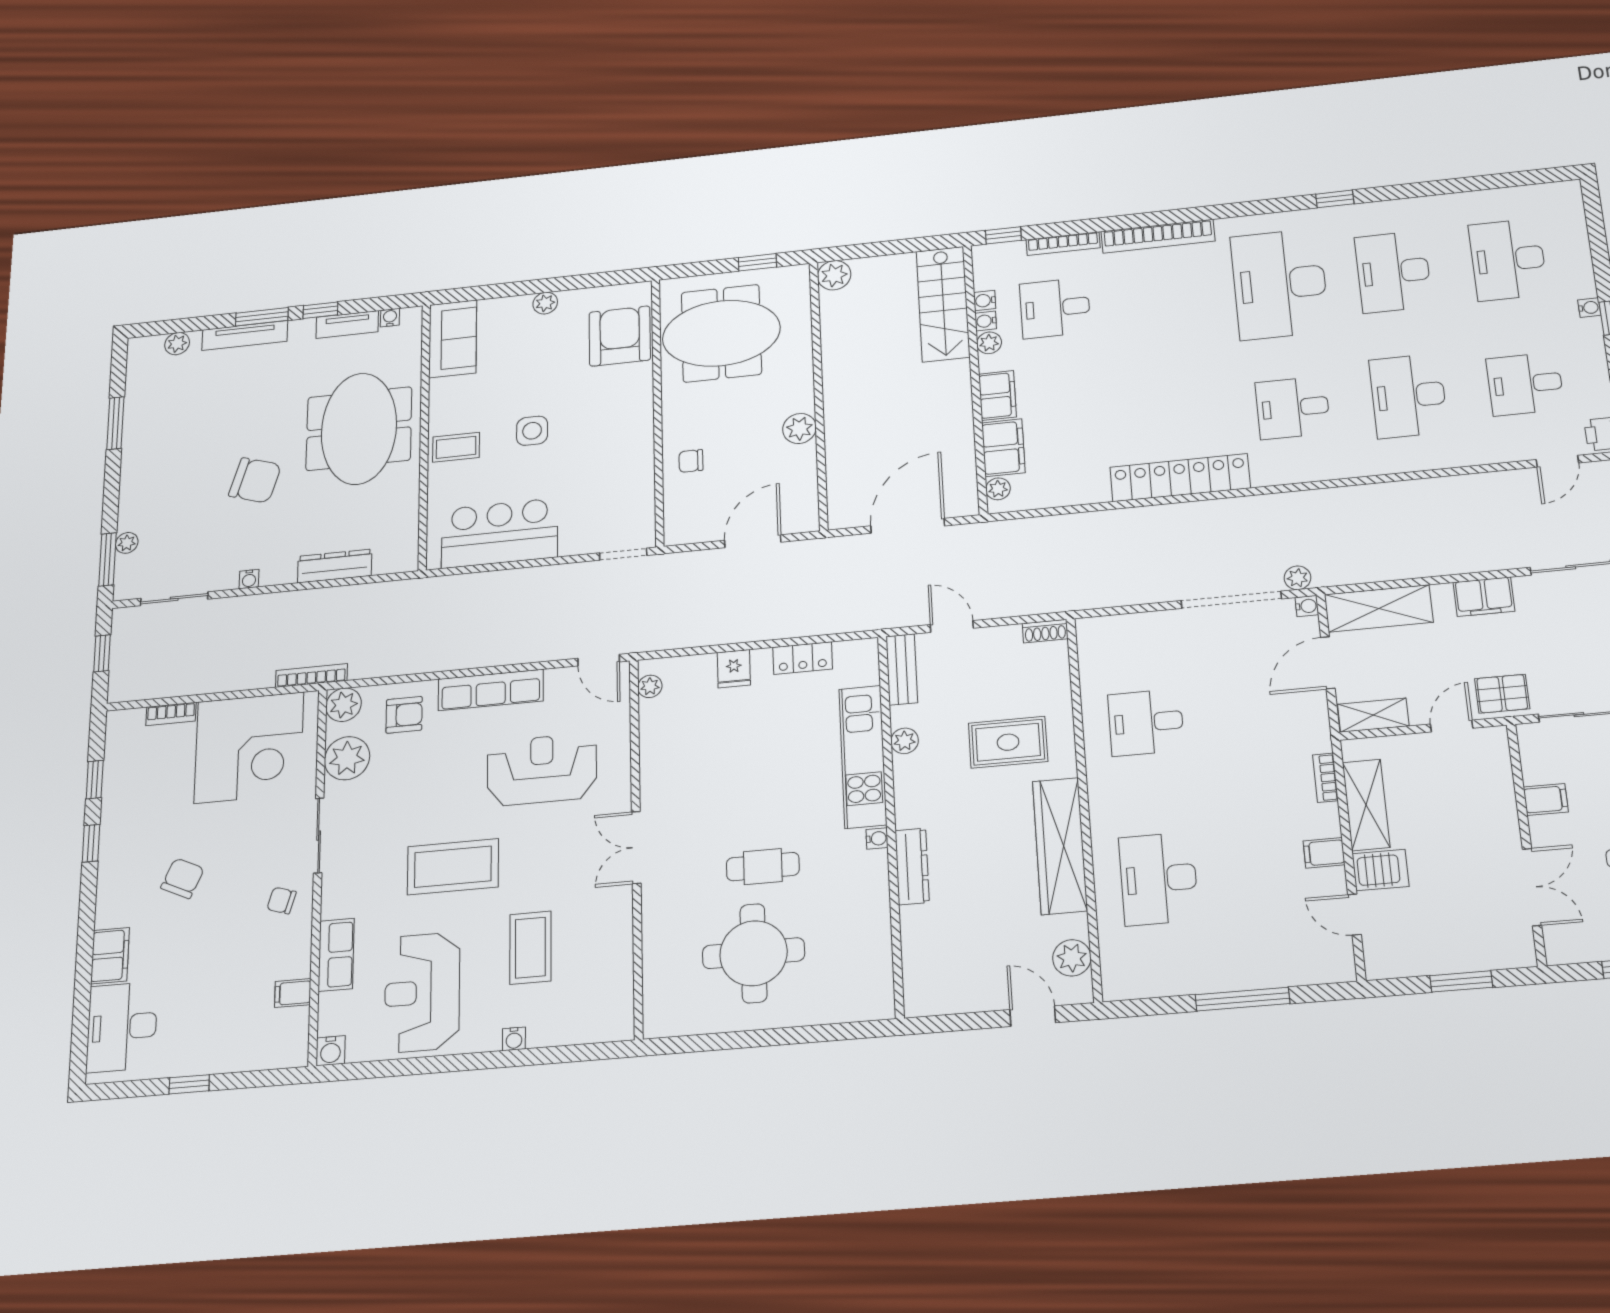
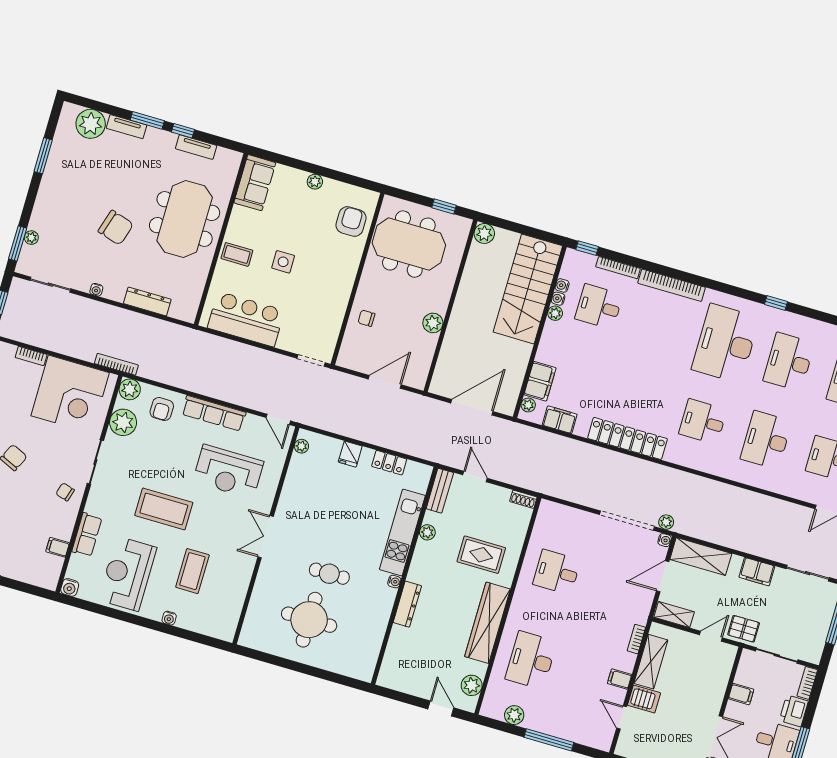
stairs: (943, 304) -> (528, 289), width x1.36, depth x1.51
water cooler: (390, 318) -> (222, 153), removed
tv unit: (245, 335) -> (126, 127), width x0.71
armchair: (620, 336) -> (351, 221), width x0.73, depth x0.73
plant: (177, 344) -> (91, 124), width x1.88, depth x1.88
filing cabinet: (997, 395) -> (560, 420), moved, turned -90
armchair: (404, 715) -> (162, 409), turned 90
reception desk: (542, 770) -> (228, 472), turned 180
plant: (1165, 980) -> (514, 715), added

